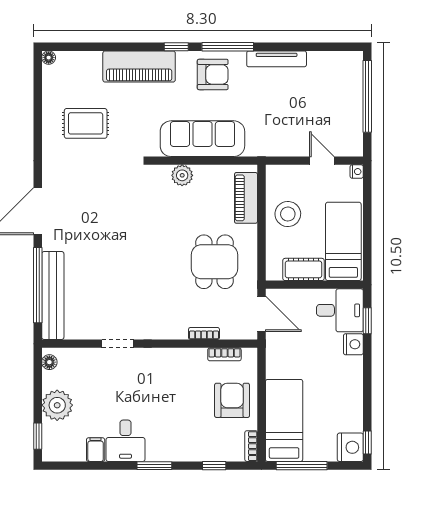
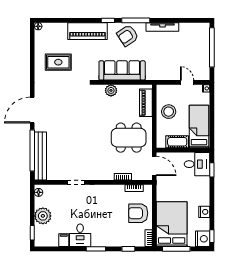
armchair: (213, 74) -> (128, 35), turned 146
dining table: (215, 262) -> (129, 138), width x1.38
nightstand: (353, 344) -> (204, 212), moved
armchair: (232, 400) -> (138, 213), turned -90
bed: (284, 420) -> (172, 224), width x1.50

